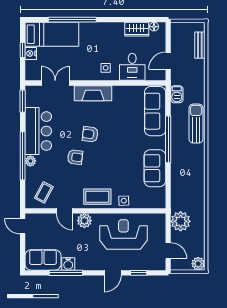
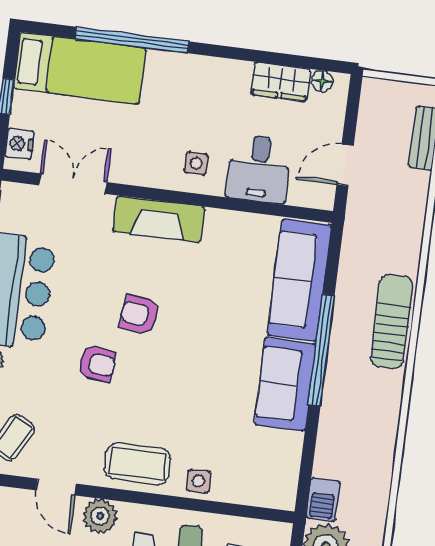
nightstand: (31, 53) -> (20, 144), moved
barbecue: (177, 94) -> (323, 500), moved
sofa: (155, 168) -> (285, 384), moved

